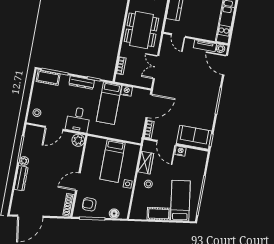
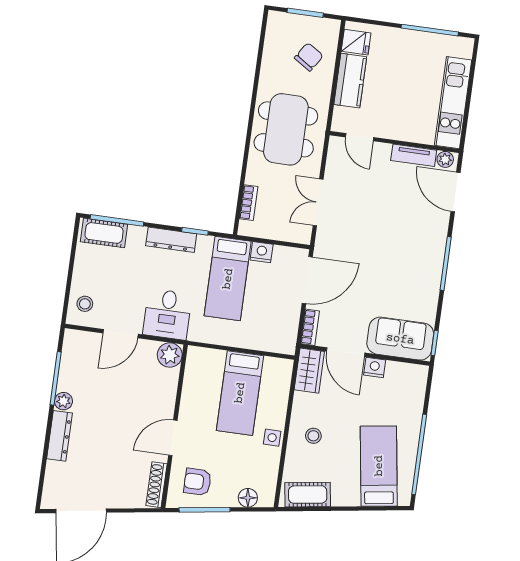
wardrobe: (146, 163) -> (309, 371), moved
cot: (159, 214) -> (308, 495), moved

